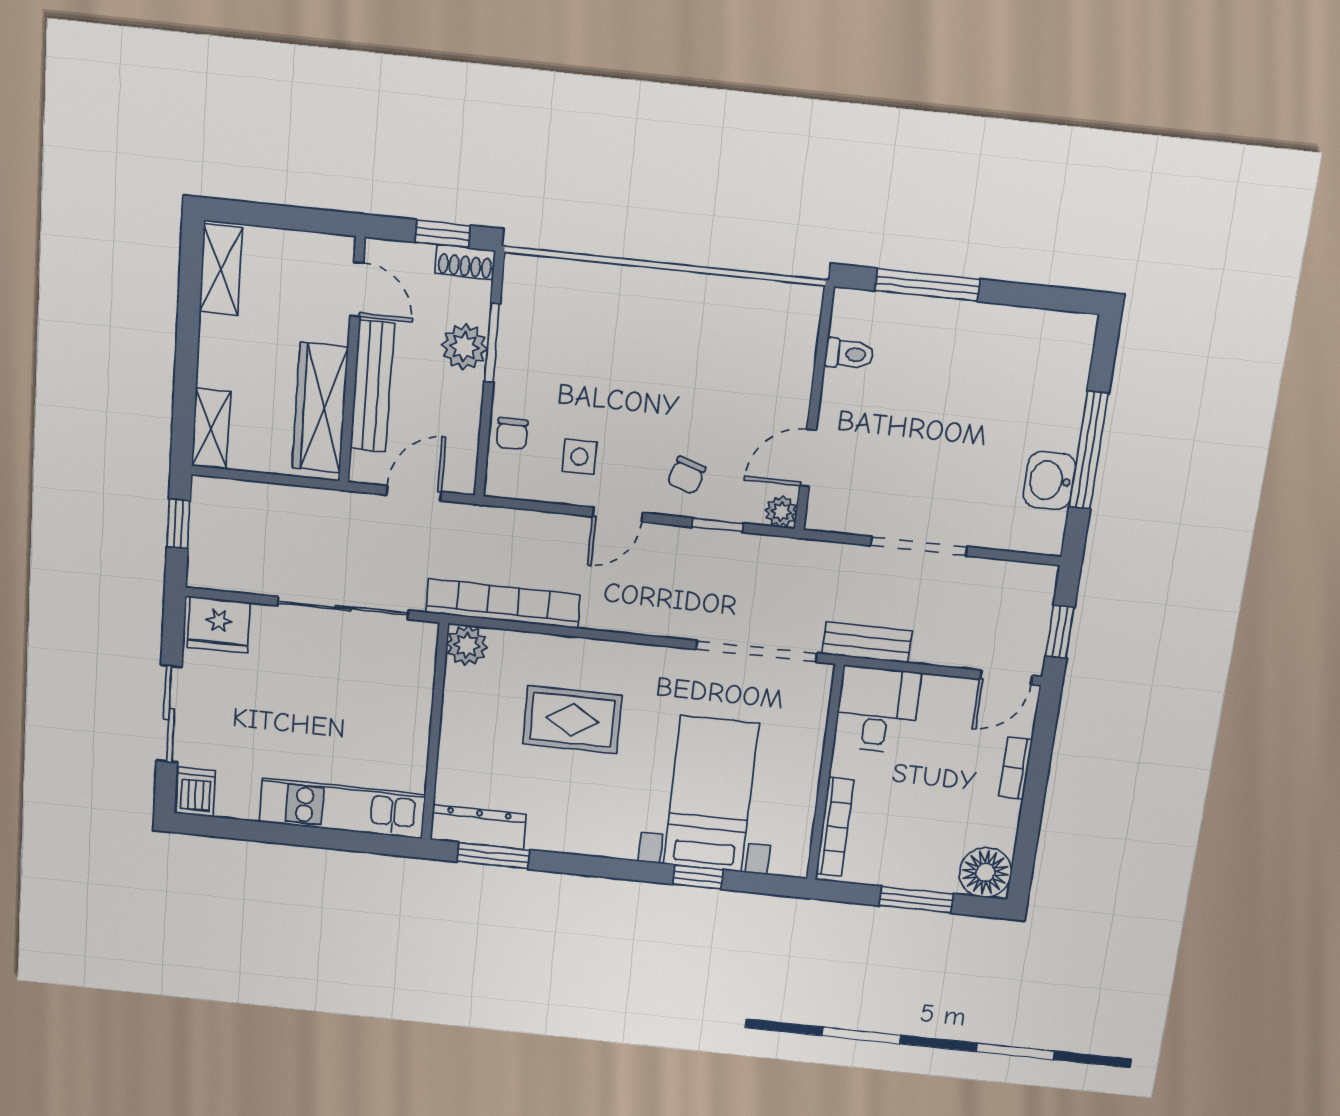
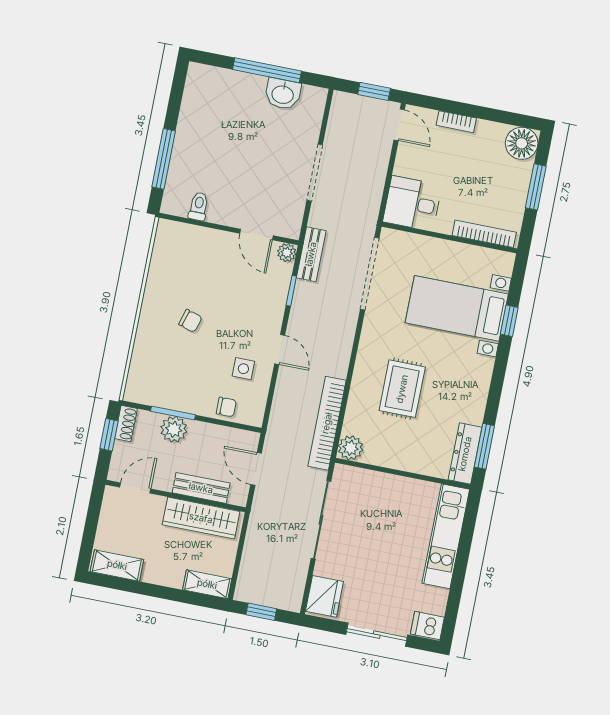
bench: (372, 386) -> (201, 488), width x0.73
chair: (686, 475) -> (190, 321), moved
bench: (867, 642) -> (311, 254), moved

